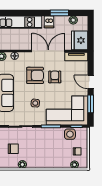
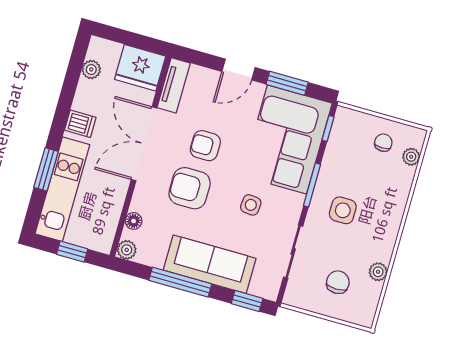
window: (59, 13) -> (46, 169), moved
armchair: (35, 75) -> (190, 188), turned -90
side table: (70, 134) -> (343, 210), moved

